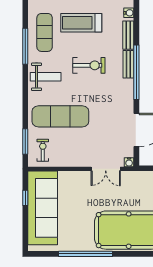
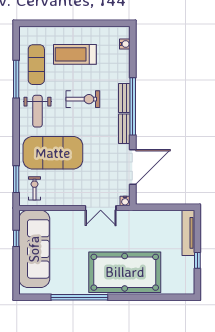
bench: (128, 35) -> (124, 129), moved
weight bench: (46, 77) -> (37, 111), turned 90
exercise mat: (60, 116) -> (53, 153), width x1.47

